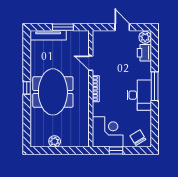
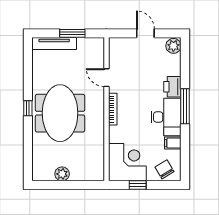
printer: (144, 53) -> (172, 87), moved
filing cabinet: (145, 116) -> (173, 143), added

